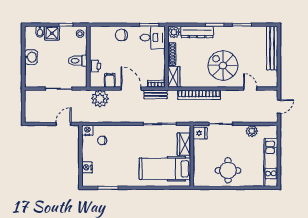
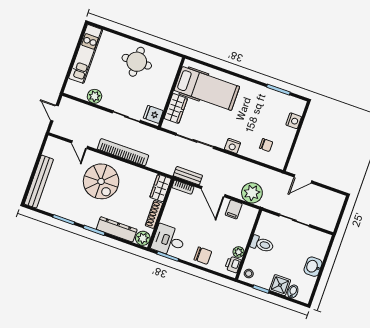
plant: (94, 48) -> (238, 252), added
printer: (95, 66) -> (233, 264), moved
bookcase: (199, 95) -> (123, 152), moved
door: (279, 107) -> (54, 113), hinge flipped
nightstand: (87, 130) -> (232, 146), moved

